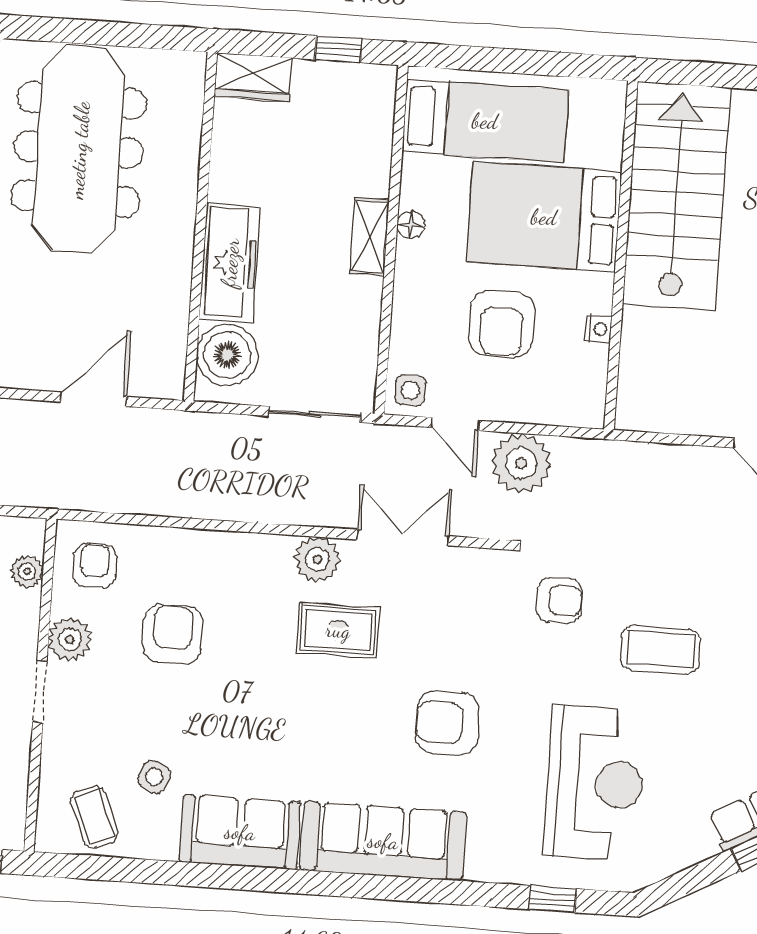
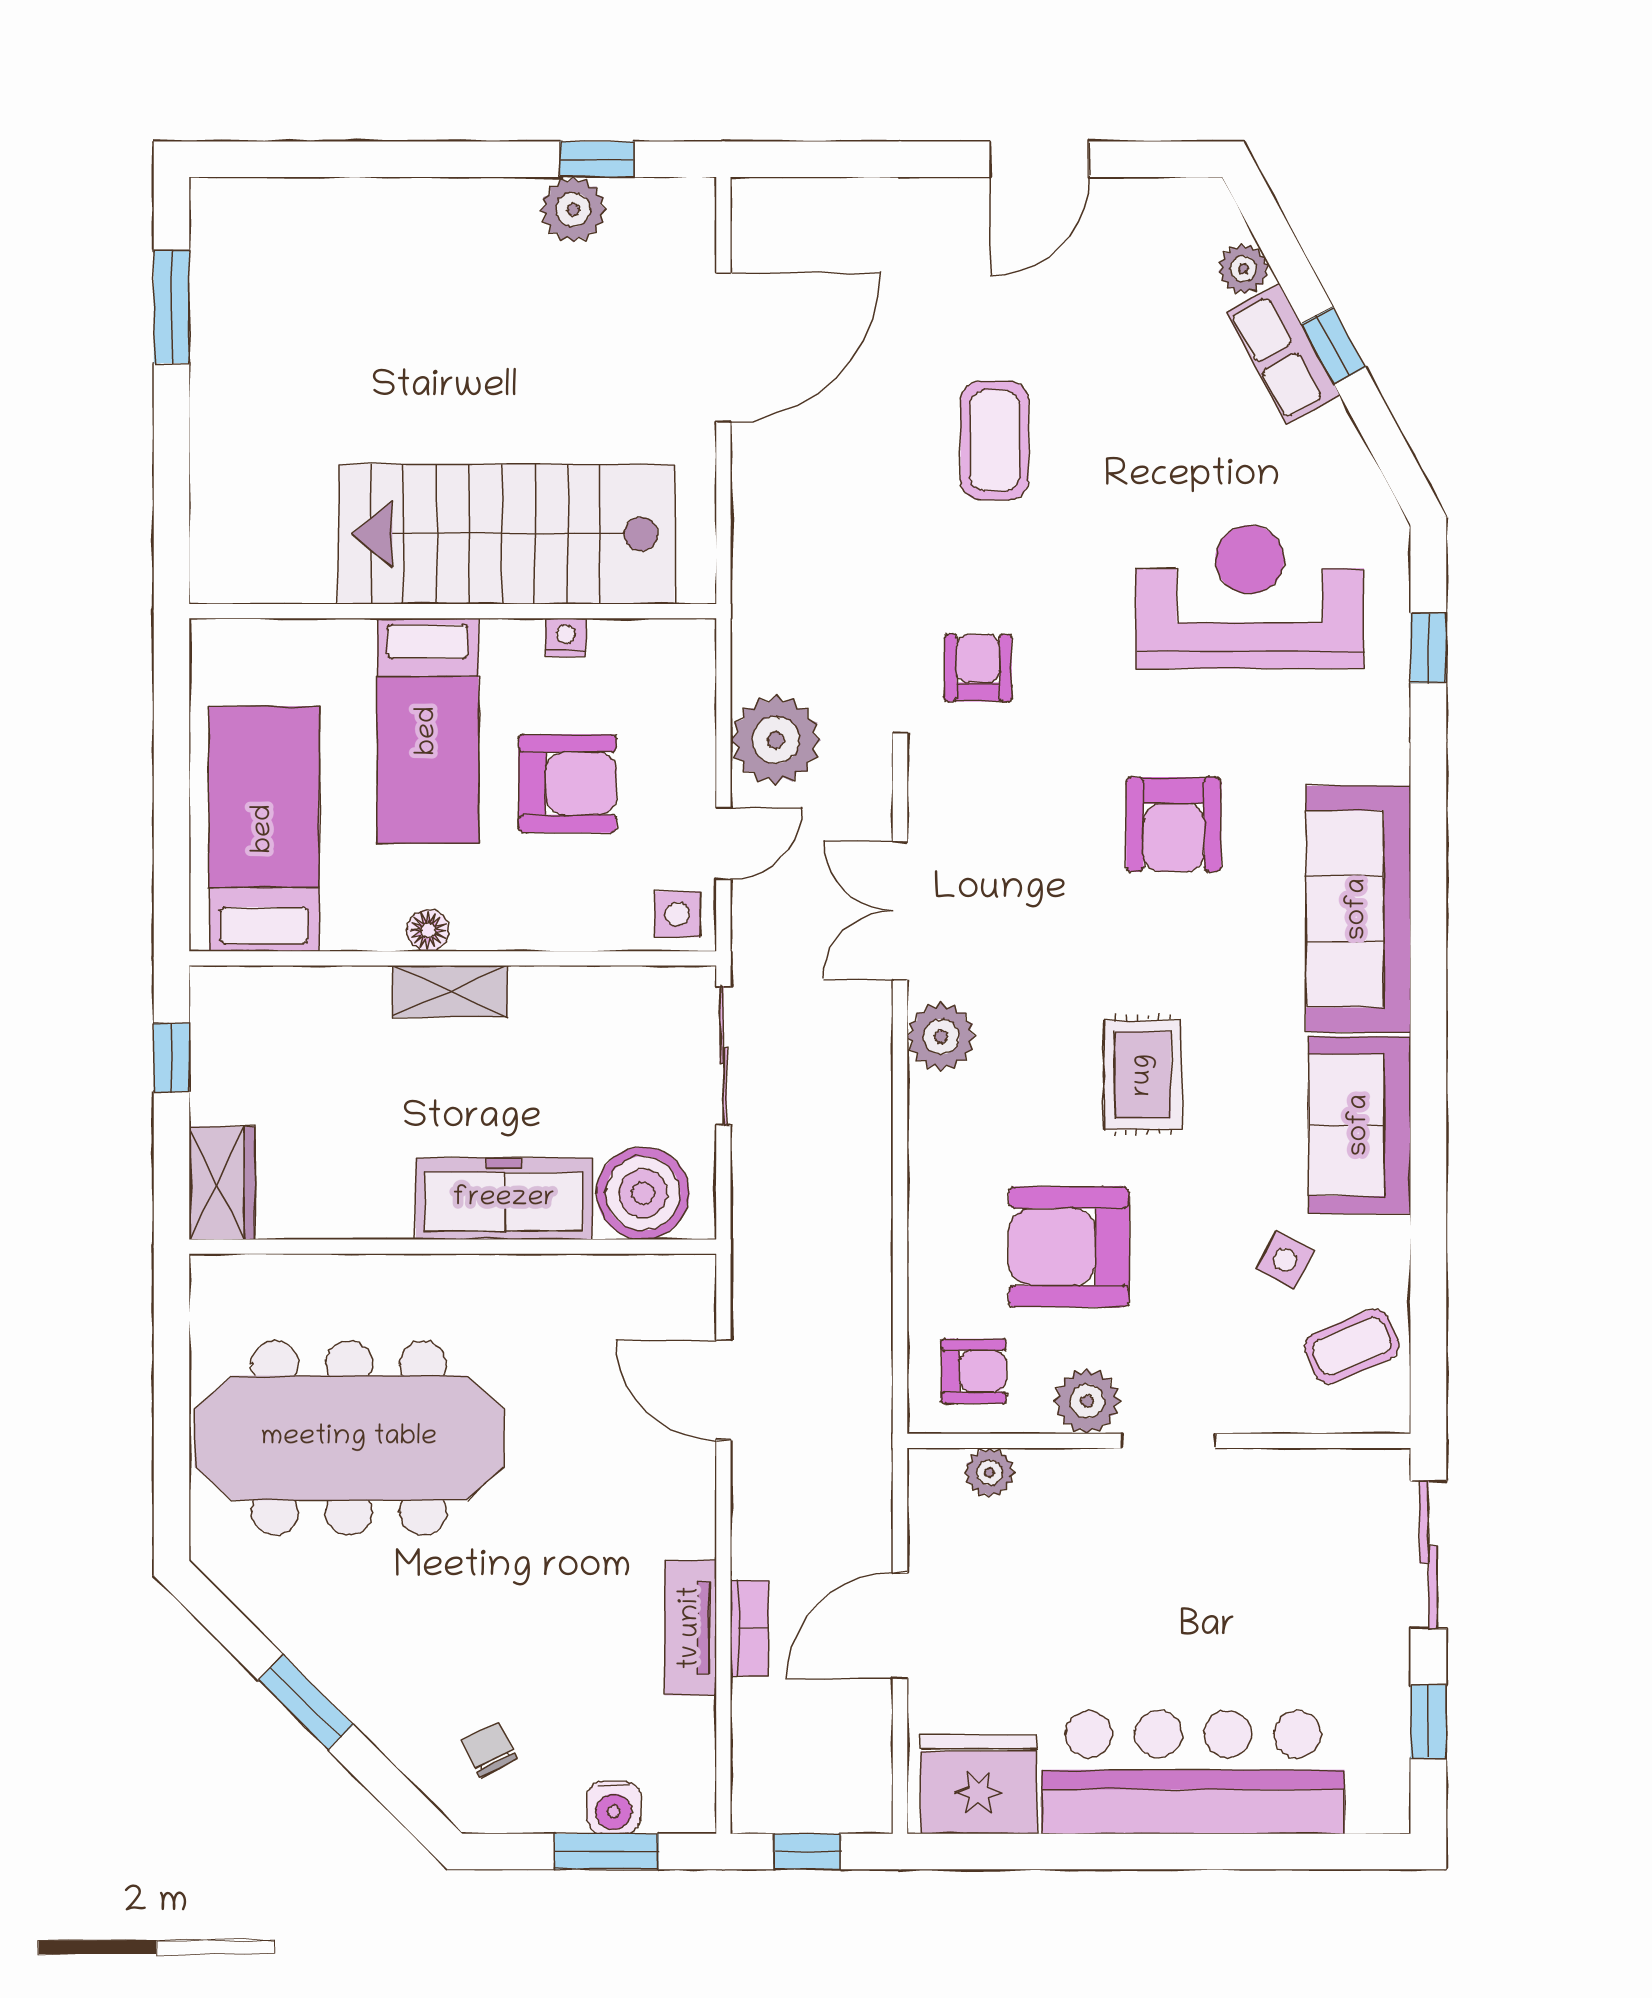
stairs: (676, 196) -> (506, 534), moved
bed: (544, 217) -> (428, 731), width x0.67
armchair: (95, 566) -> (974, 1371), turned 180
rug: (338, 630) -> (1143, 1075), moved
armchair: (173, 634) -> (1069, 1247), width x1.36, depth x1.36
coffee table: (660, 649) -> (995, 441), moved

